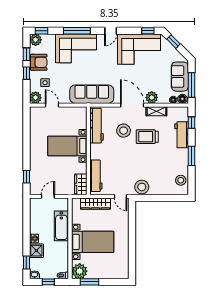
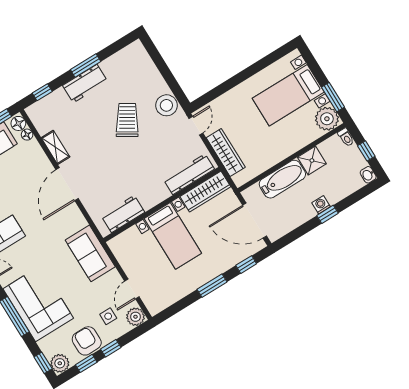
sofa: (92, 94) -> (90, 253), width x0.73
plant: (152, 97) -> (41, 165), removed
workbench: (97, 126) -> (123, 214), width x0.73
stool: (124, 131) -> (107, 175), removed
workbench: (182, 135) -> (85, 84), moved
trolley: (147, 137) -> (127, 120), moved, turned -148
window: (26, 151) -> (212, 286), added
stool: (181, 180) -> (126, 60), removed
wardrobe: (81, 184) -> (205, 192), width x1.50
door: (48, 196) -> (255, 221), width x1.87
bed with nightstands: (93, 242) -> (288, 95), moved, turned -90
shower: (36, 251) -> (312, 160), moved
window: (26, 263) -> (327, 214), moved

